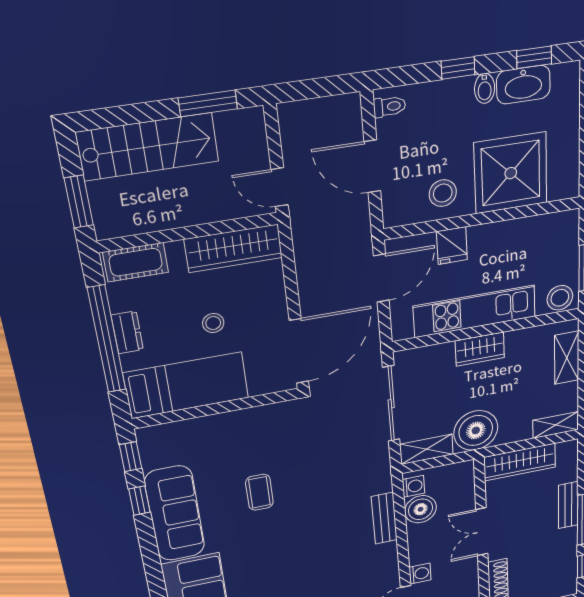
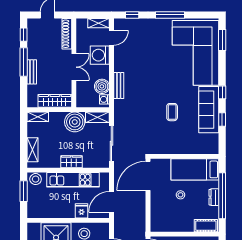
wardrobe: (234, 248) -> (168, 225), removed
window: (131, 457) -> (222, 92), moved
washing machine: (420, 574) -> (100, 55), width x1.89, depth x1.89

